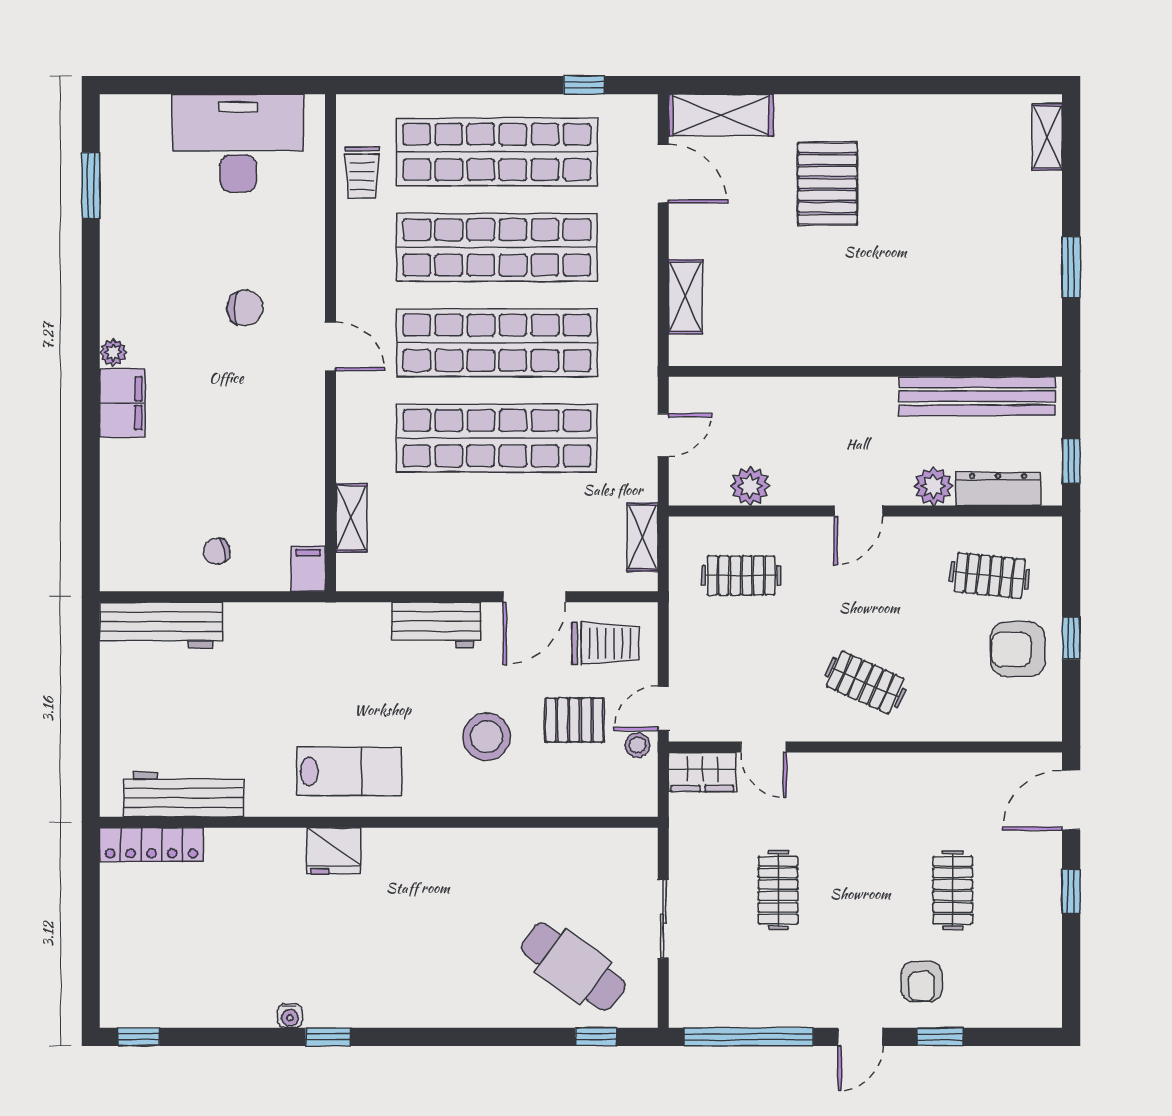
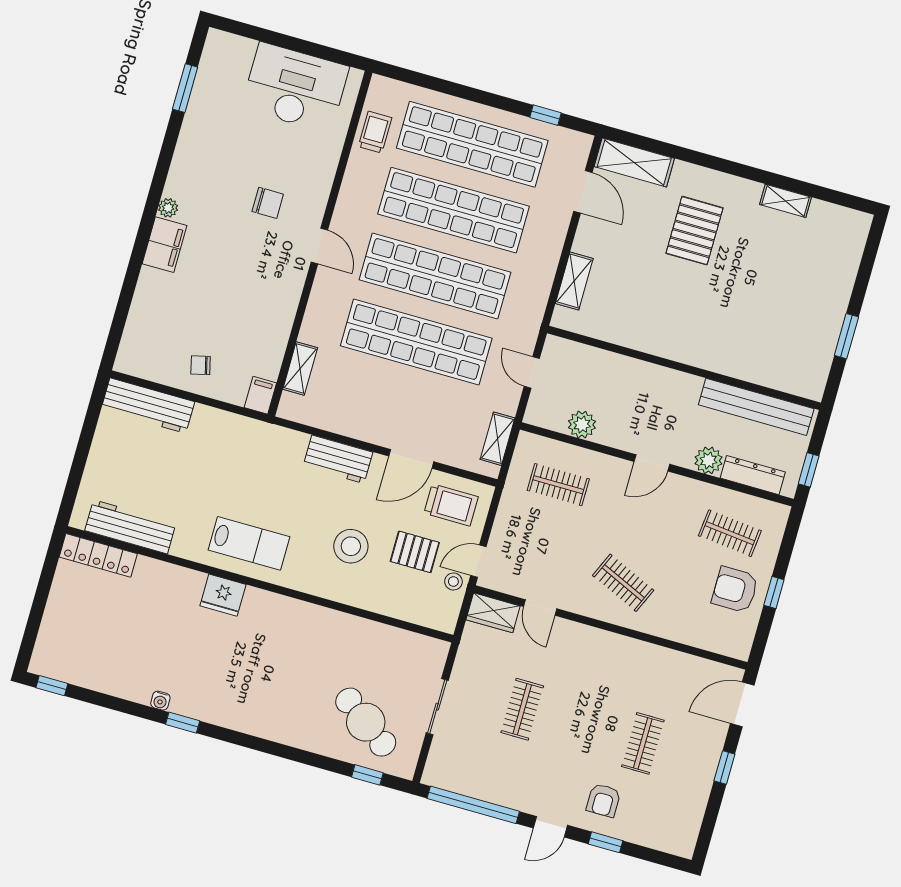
shelving: (1047, 137) -> (786, 201), moved, turned 90
trolley: (362, 173) -> (375, 132), turned 180
door: (663, 435) -> (532, 372), swing flipped

